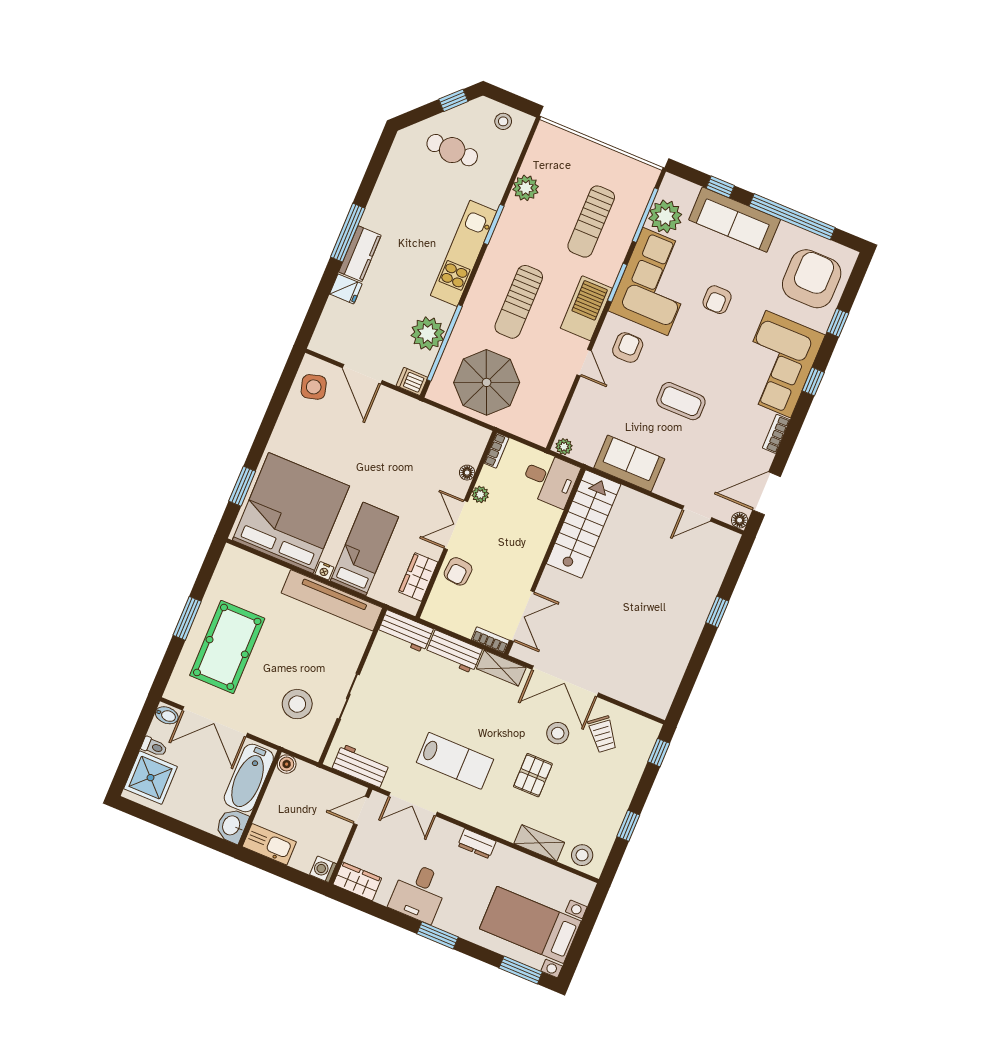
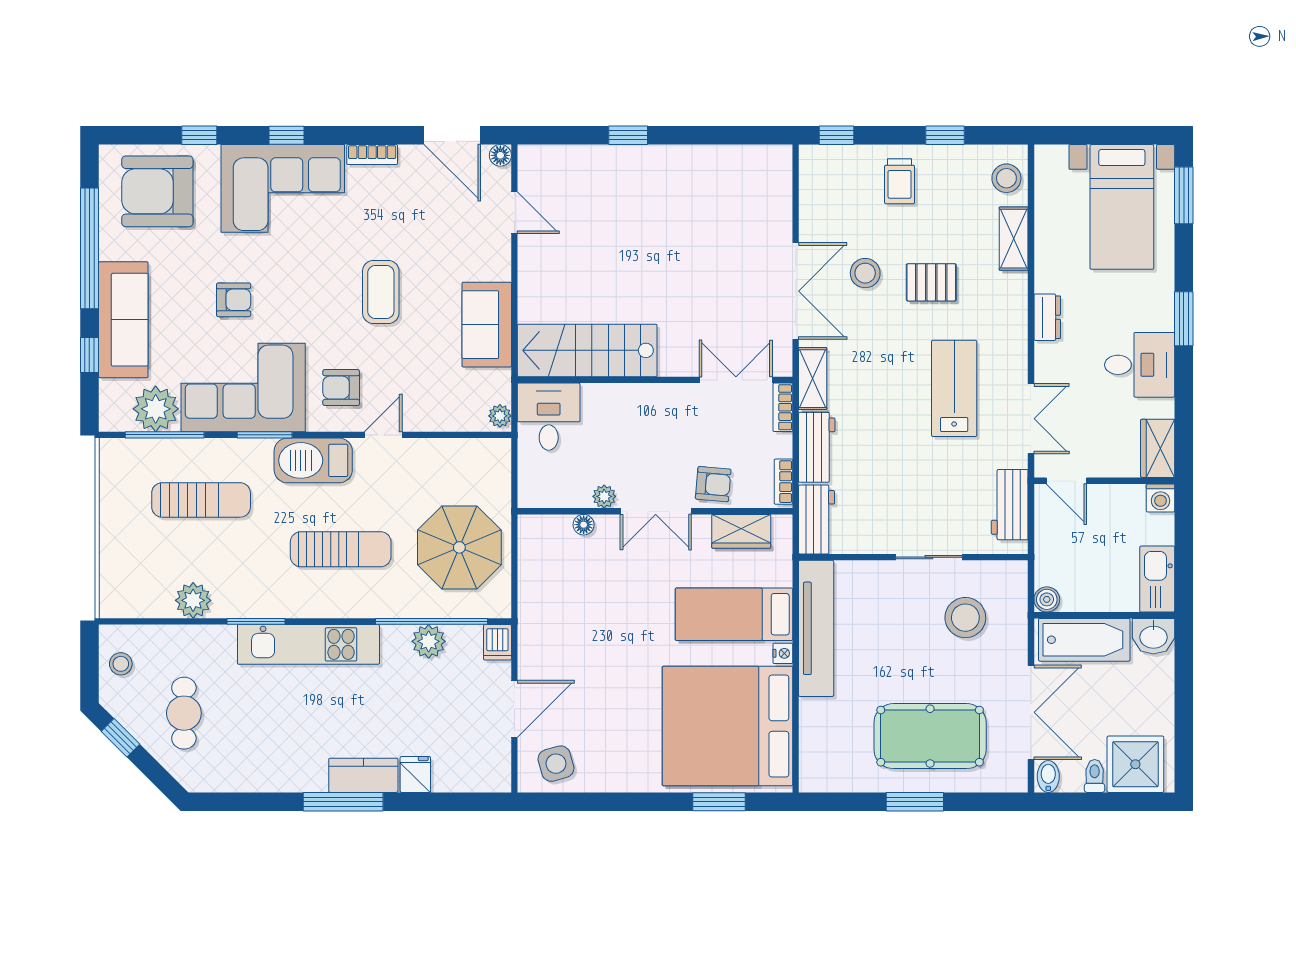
plant: (428, 334) -> (429, 641), width x0.73, depth x0.73
bookcase: (497, 450) -> (783, 482), moved, turned -90
trolley: (603, 734) -> (900, 181), moved, turned 129

